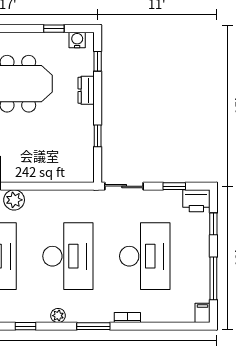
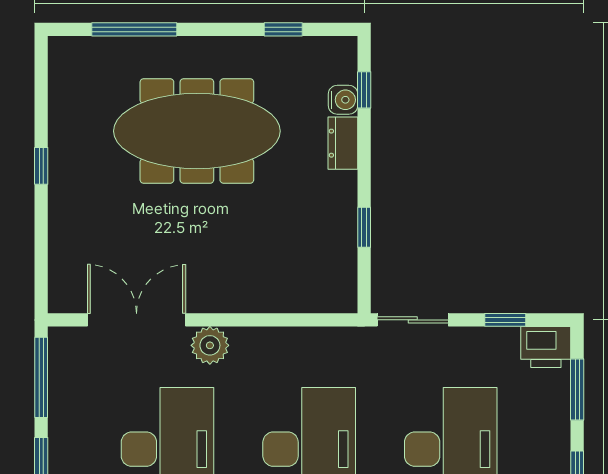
water cooler: (77, 40) -> (343, 100), moved, turned 90
window: (213, 224) -> (577, 390), width x1.50

